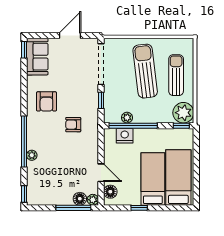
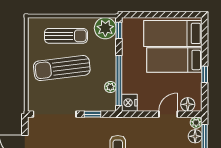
sun lounger: (176, 75) -> (66, 36), turned 180
nightstand: (125, 136) -> (129, 103), moved

